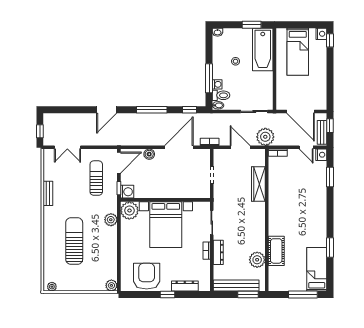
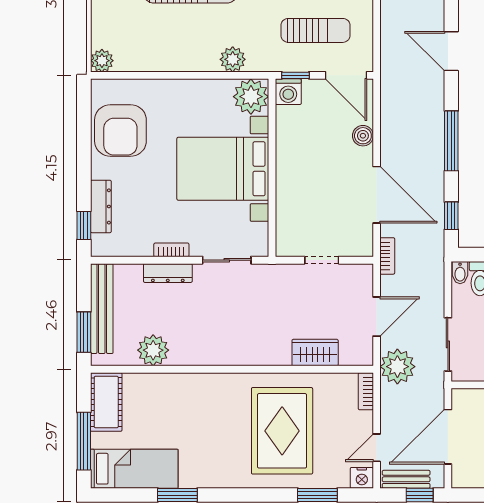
wardrobe: (258, 184) -> (315, 353), width x0.67
rug: (298, 195) -> (282, 431), added
cot: (276, 251) -> (106, 402), moved, turned 90
armchair: (147, 276) -> (120, 130), turned 90
window: (167, 295) -> (84, 225), moved

